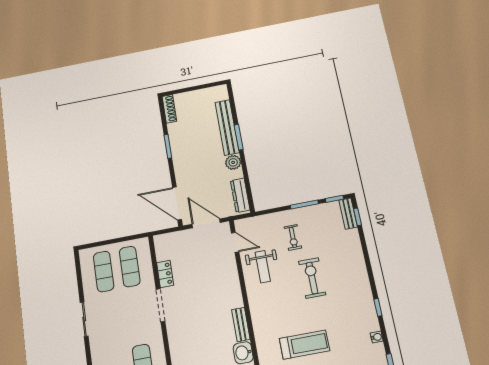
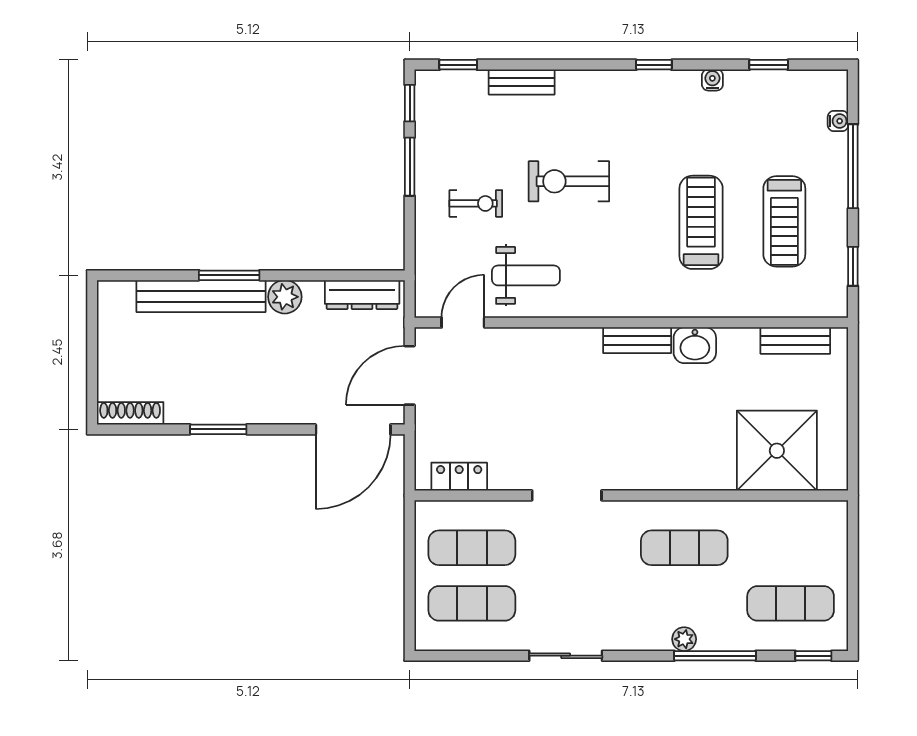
bench: (348, 214) -> (522, 82), moved
locker: (165, 274) -> (459, 477), moved

